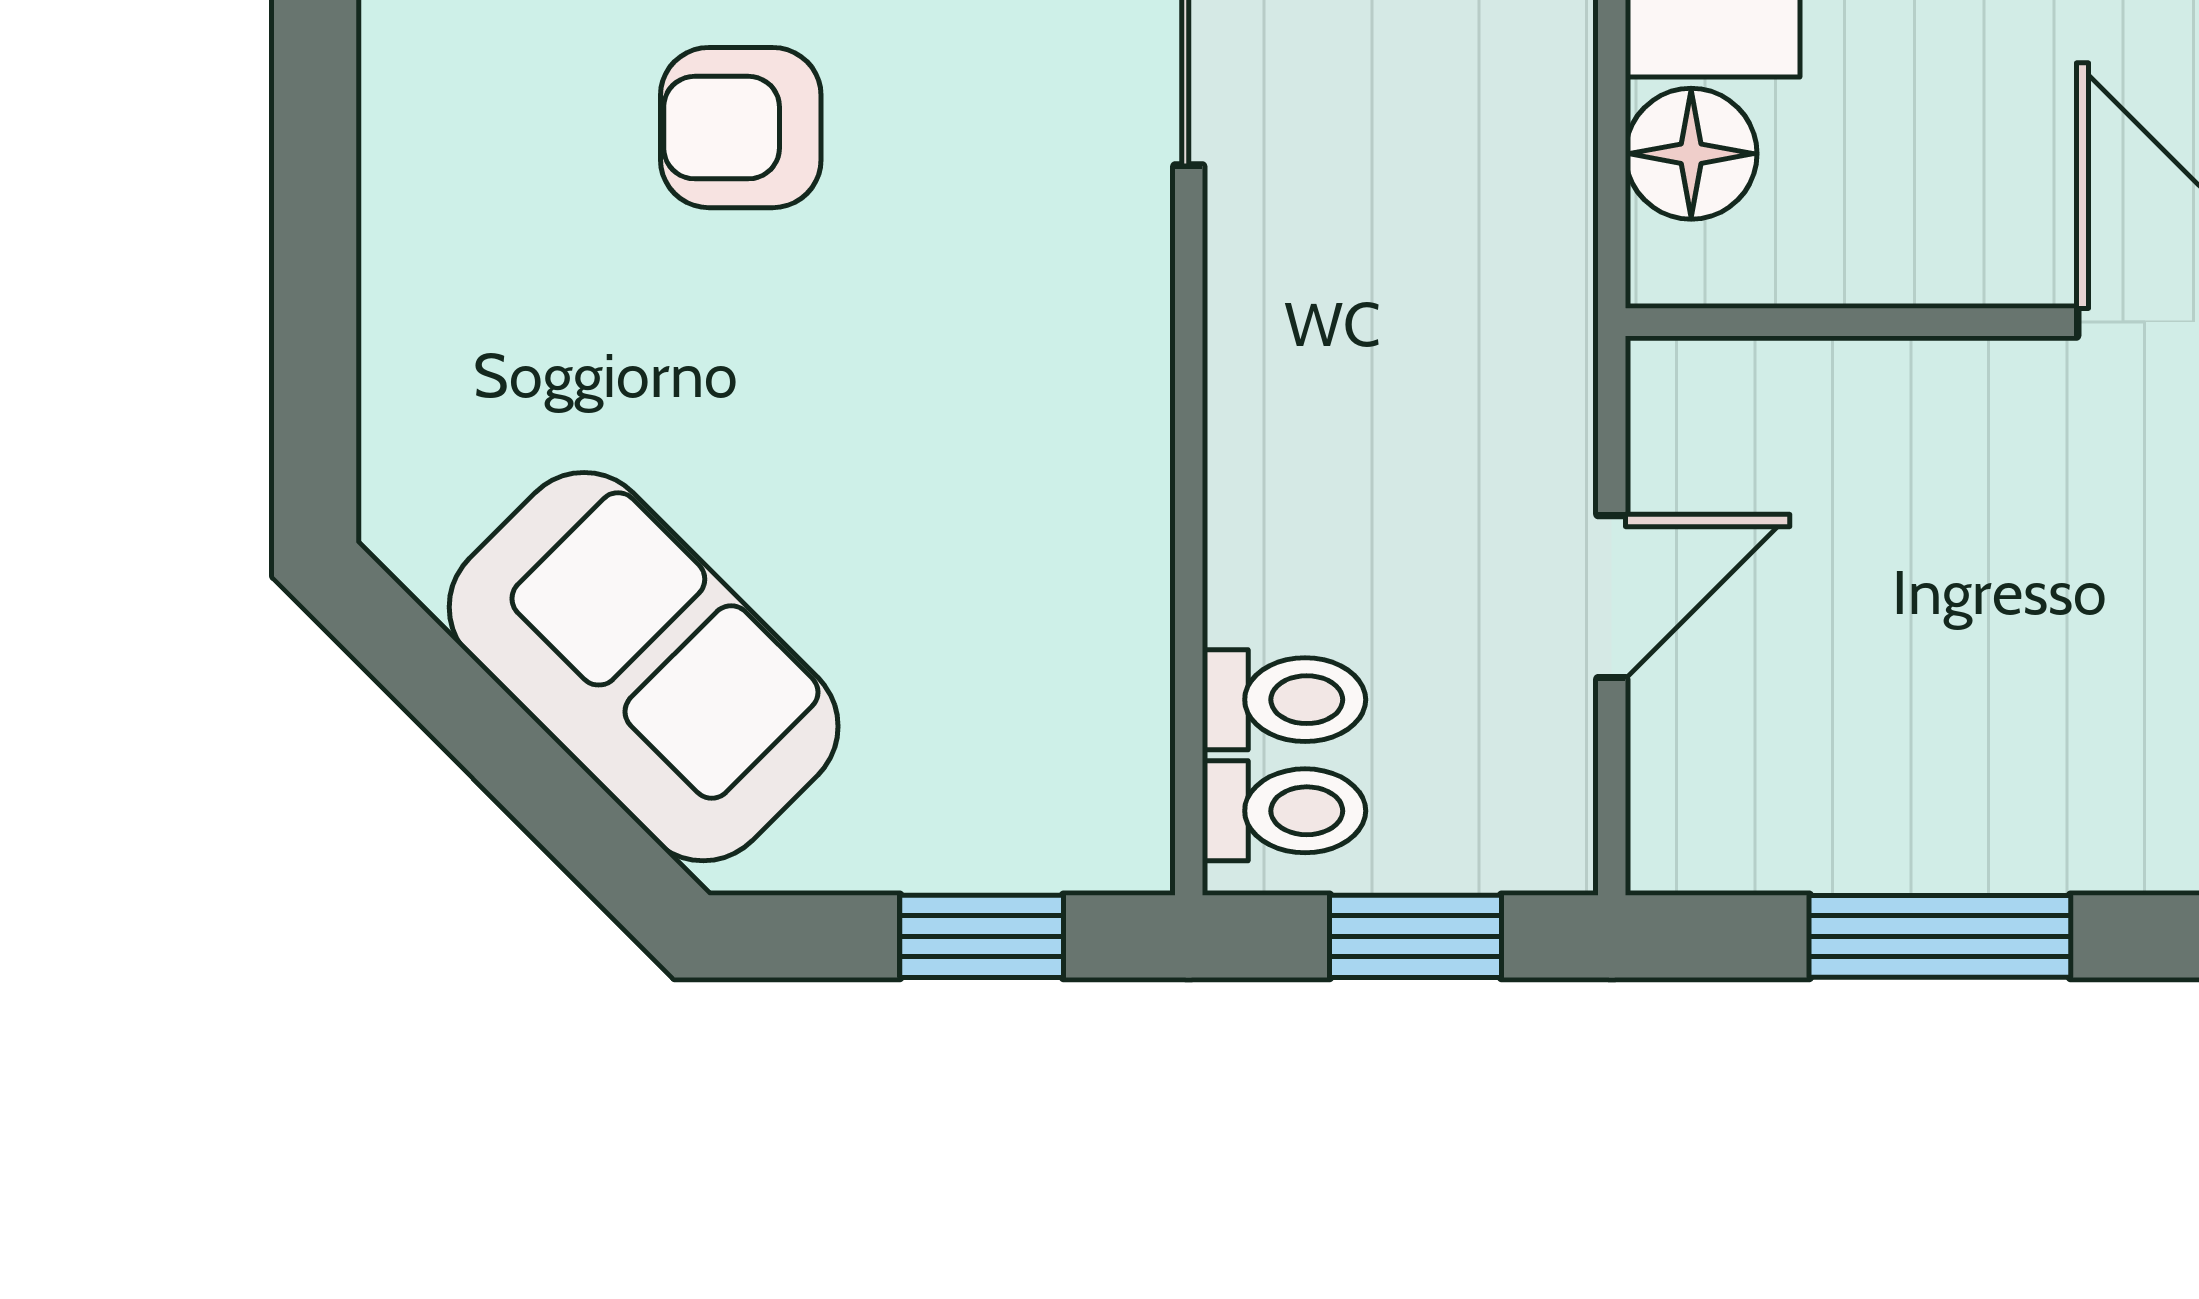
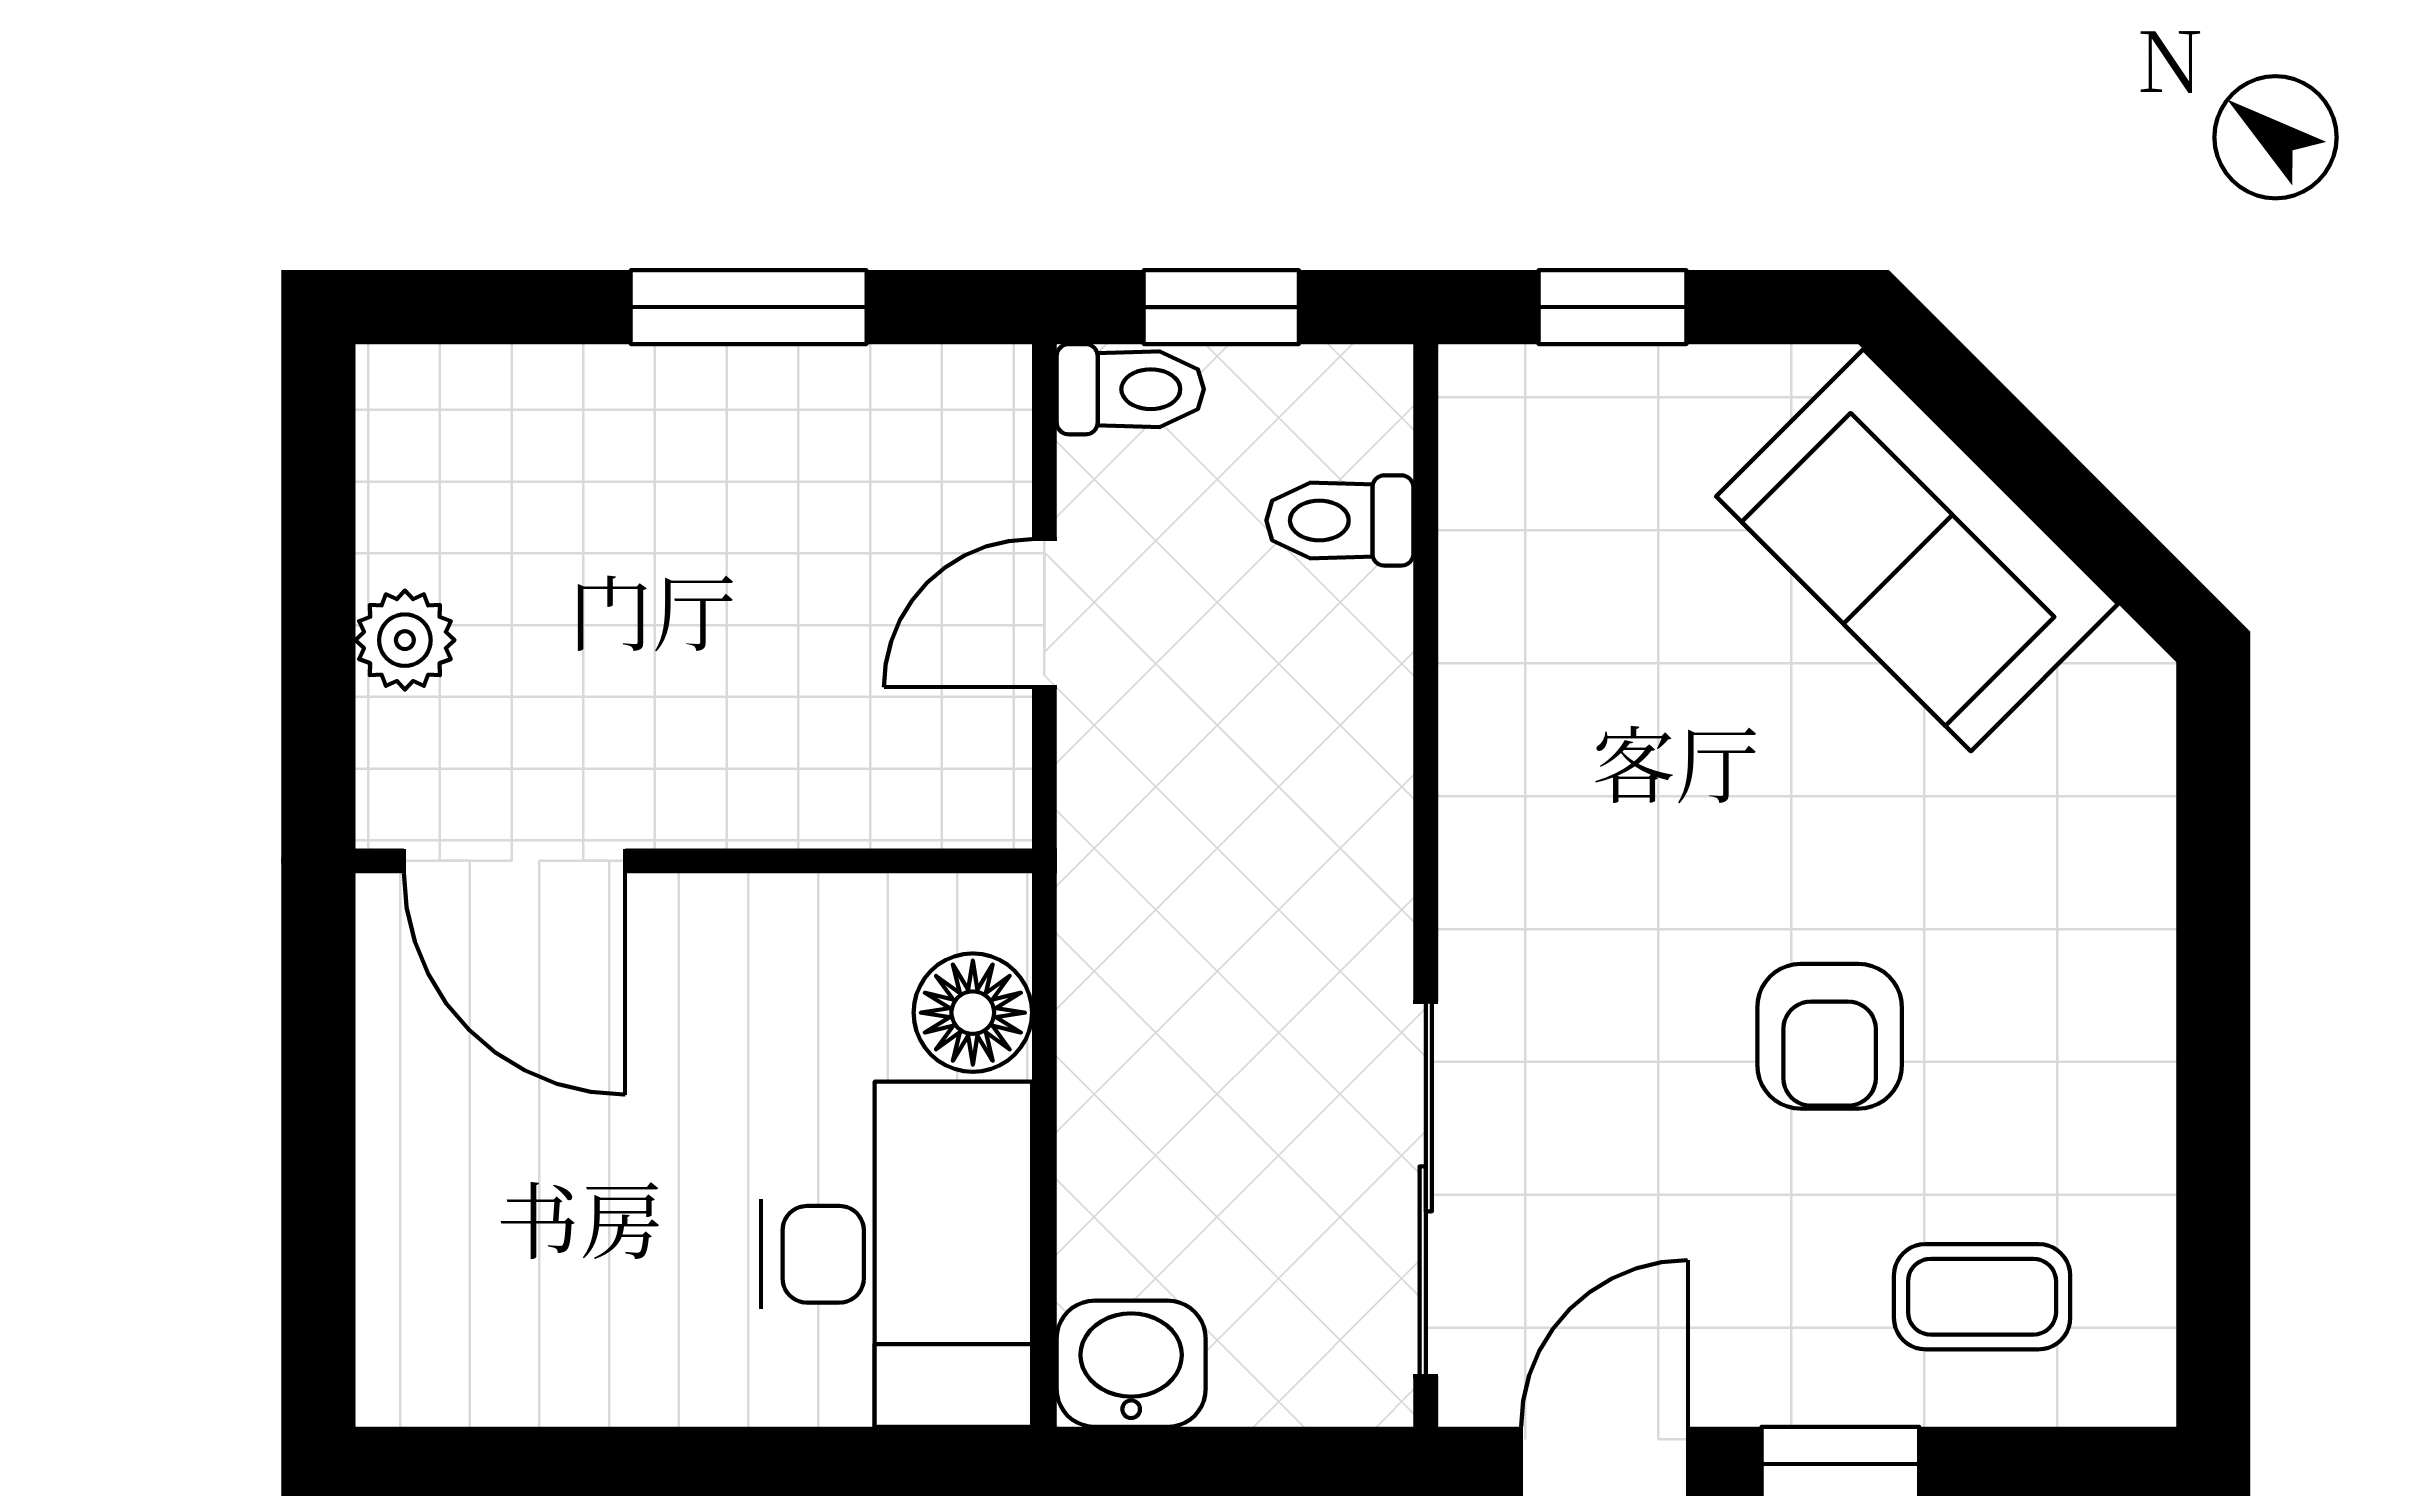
armchair: (741, 128) -> (1830, 1036), turned 90
toilet: (1284, 811) -> (1130, 389), moved, turned 180

